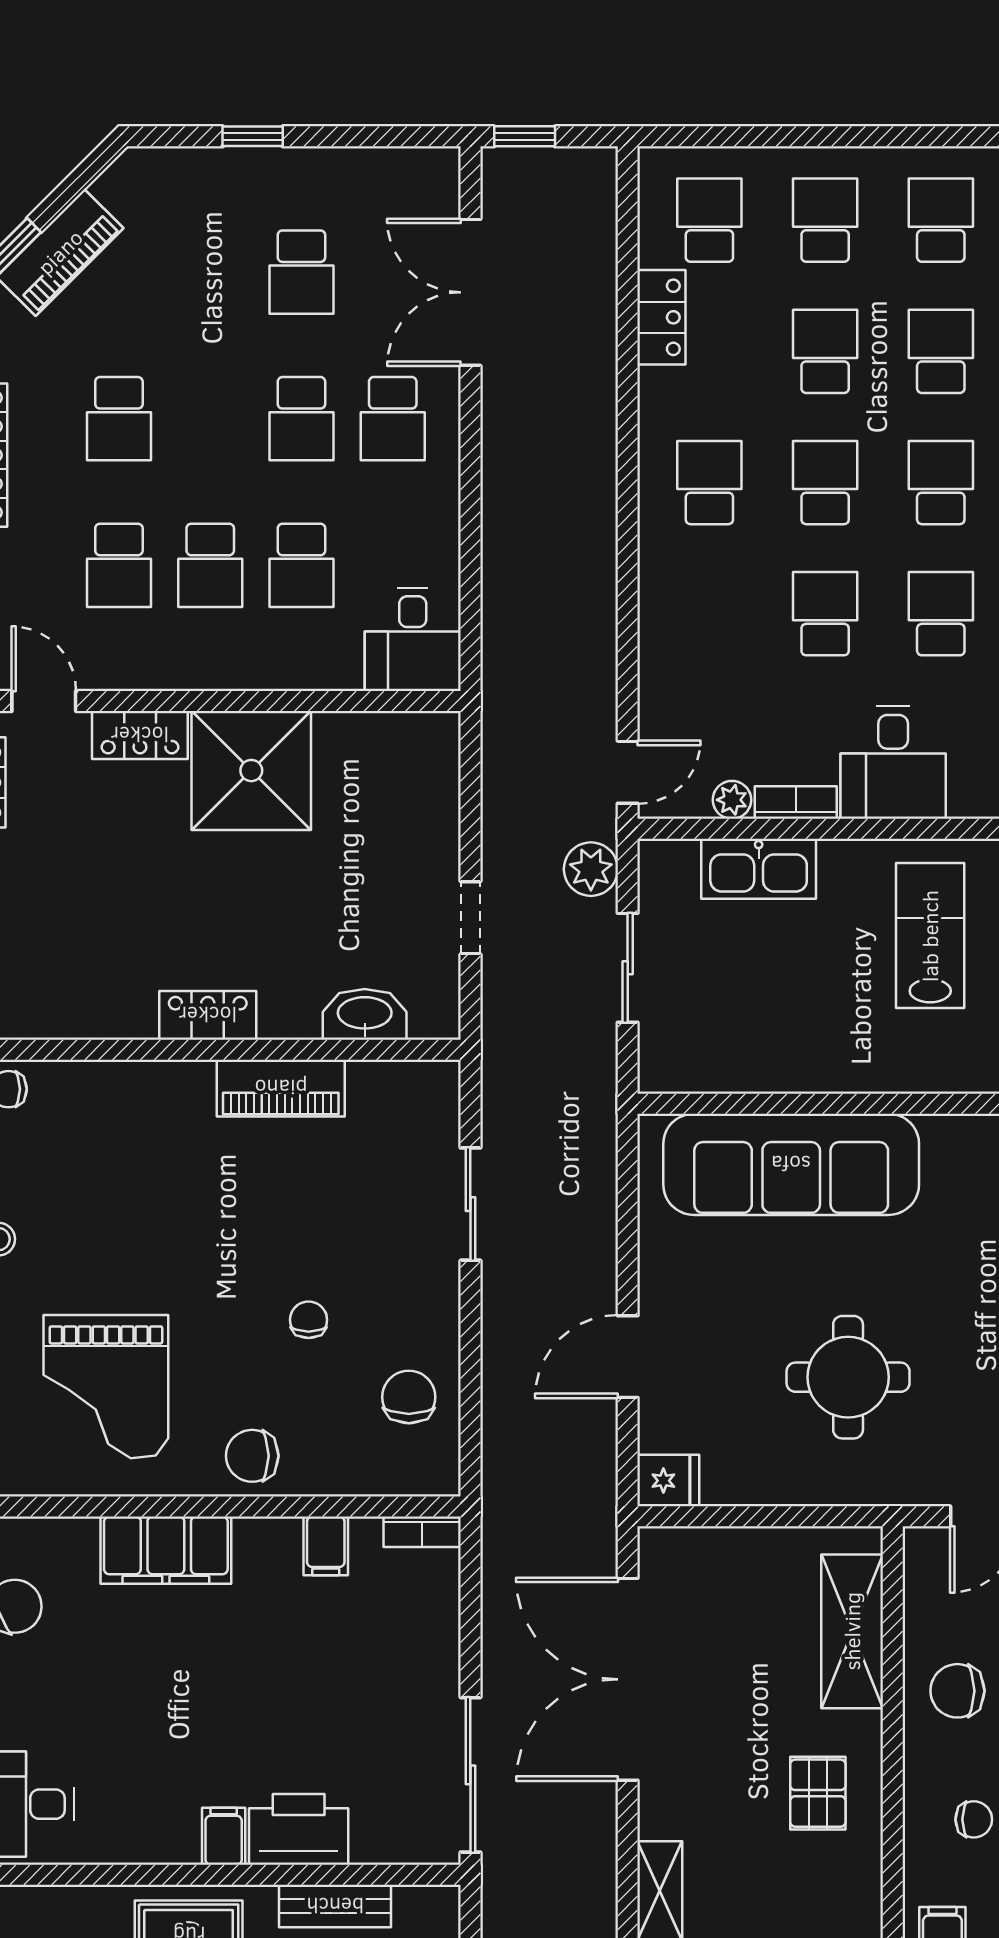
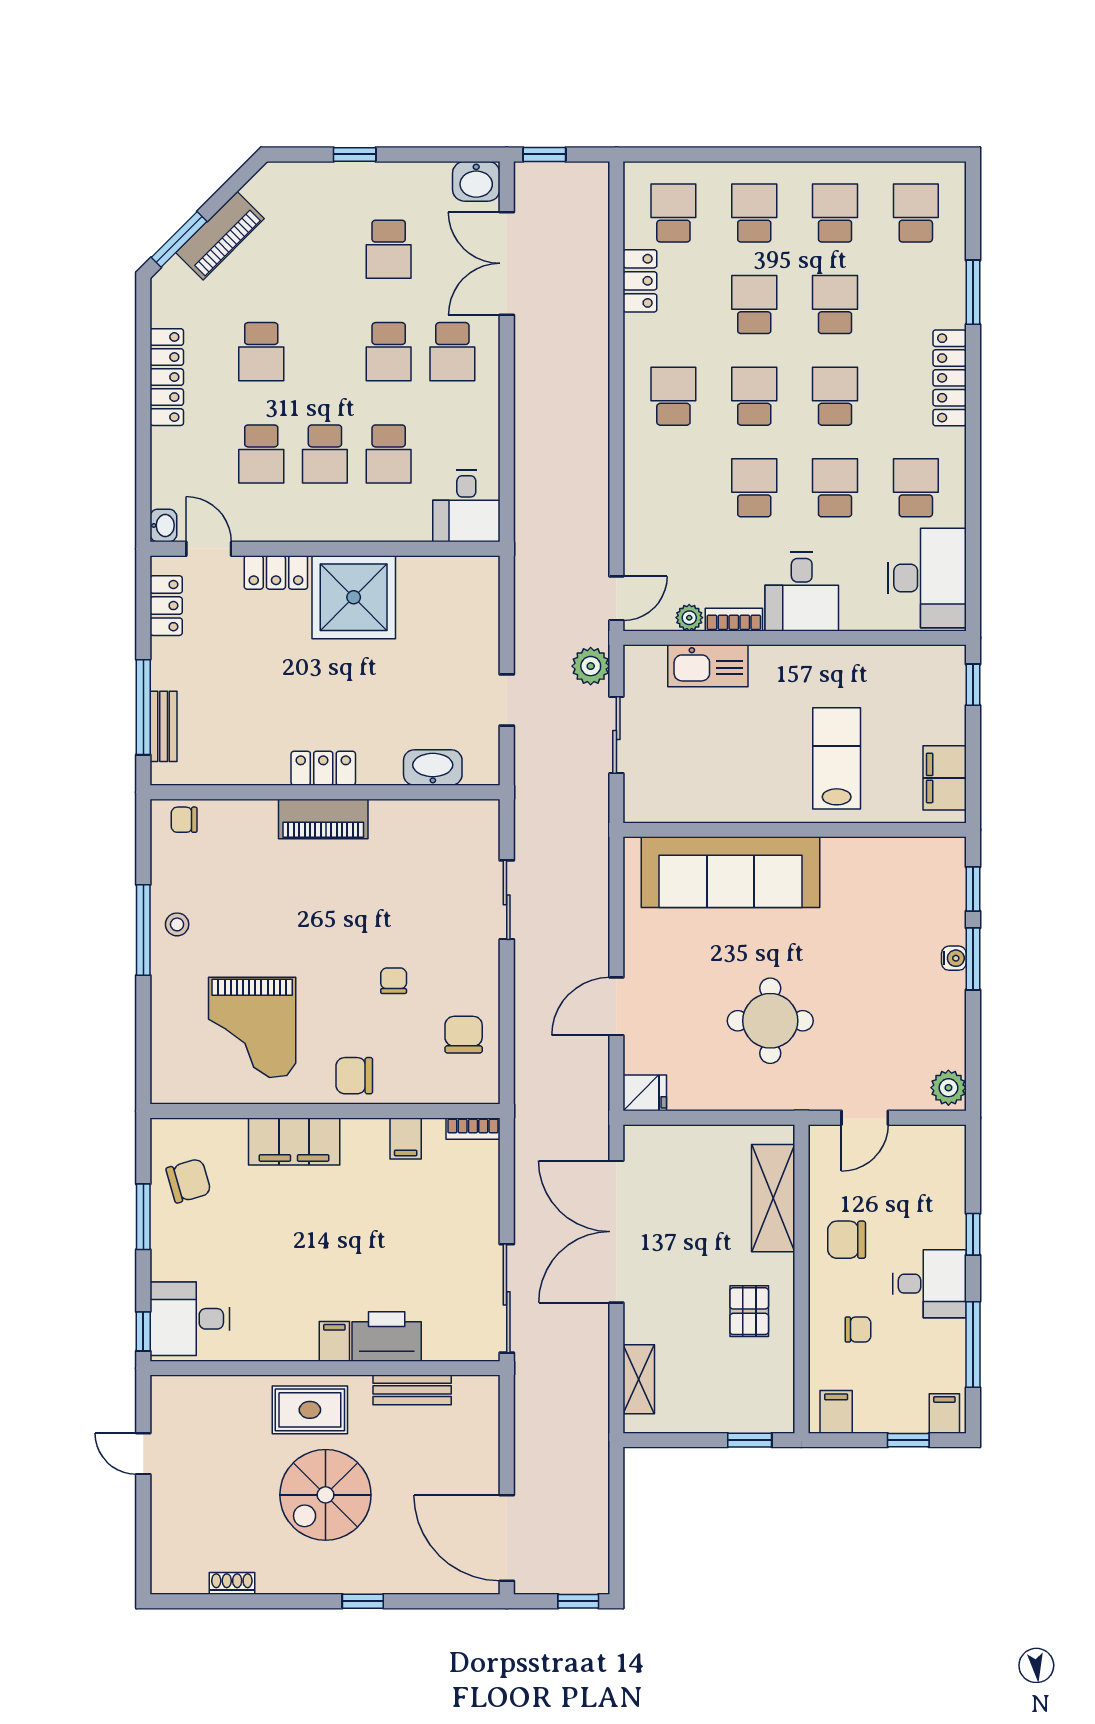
washbasin: (427, 175) -> (476, 181), added
lab bench: (930, 936) -> (837, 758), moved
piano: (281, 1088) -> (323, 819), moved

